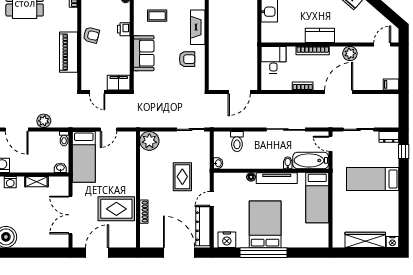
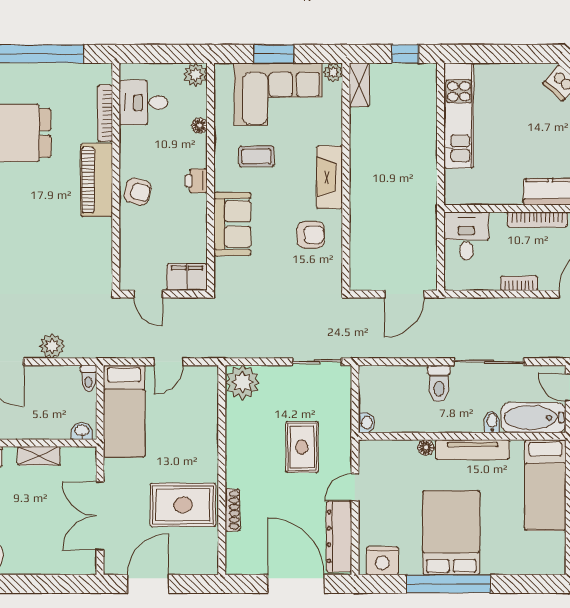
piano: (68, 52) -> (97, 180), moved
toilet: (237, 142) -> (439, 384), moved

